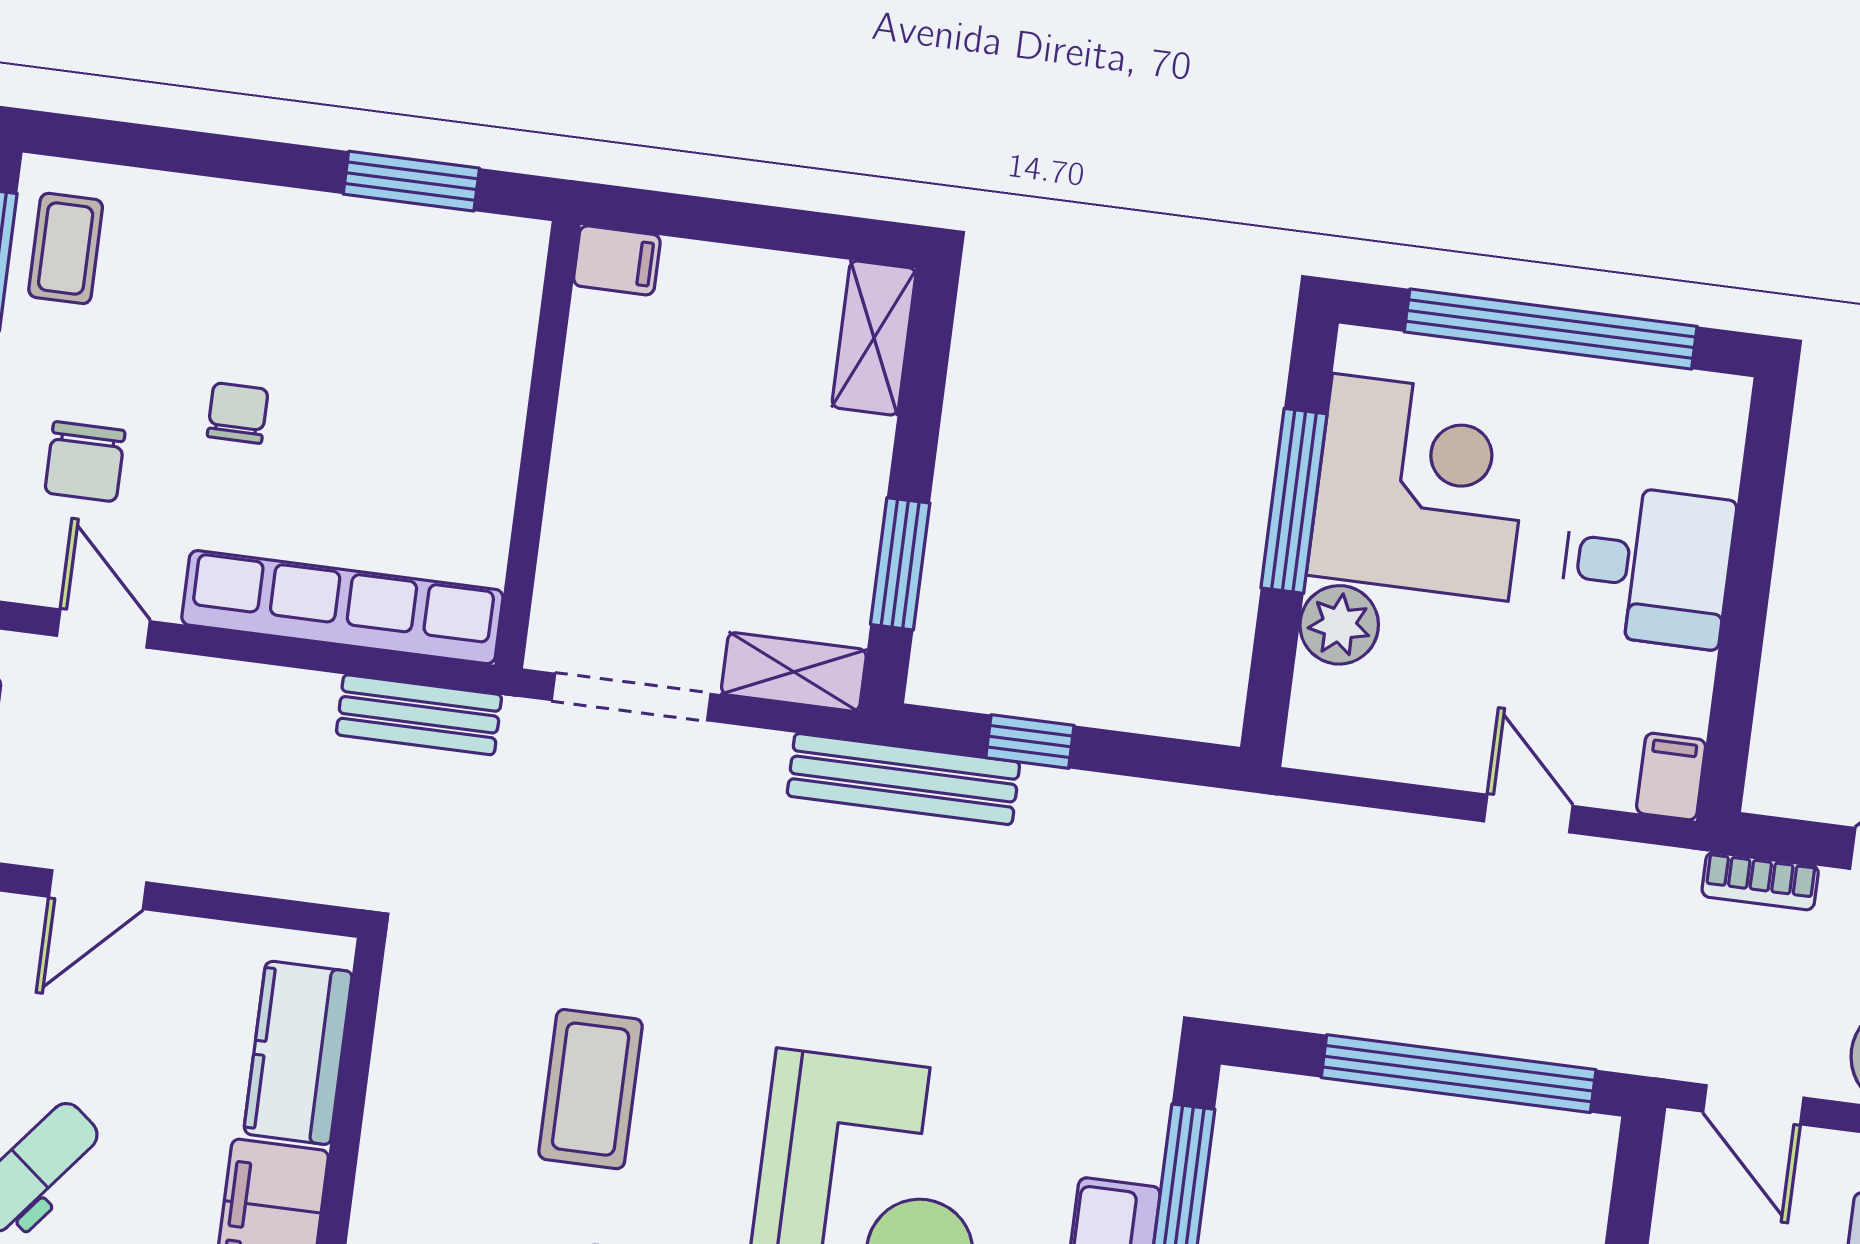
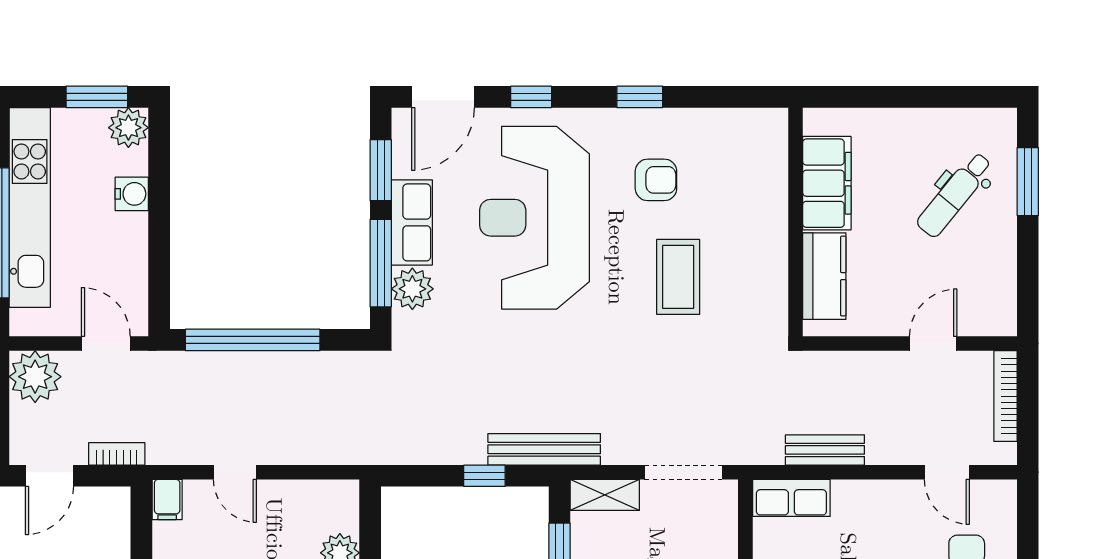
row of seats: (342, 607) -> (791, 498), width x0.50
bench: (419, 715) -> (825, 450), moved
plant: (1125, 1134) -> (412, 289), added

